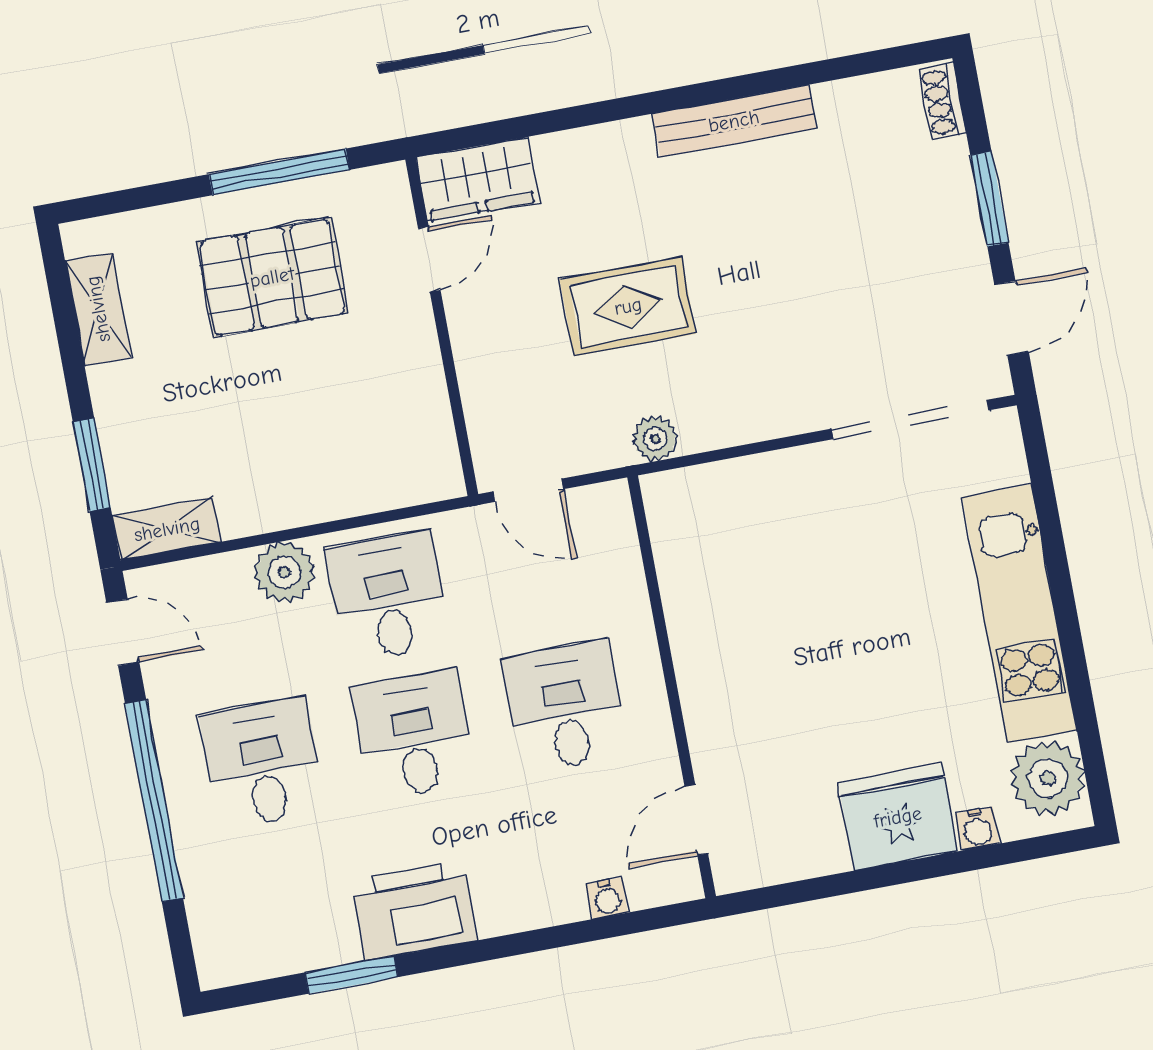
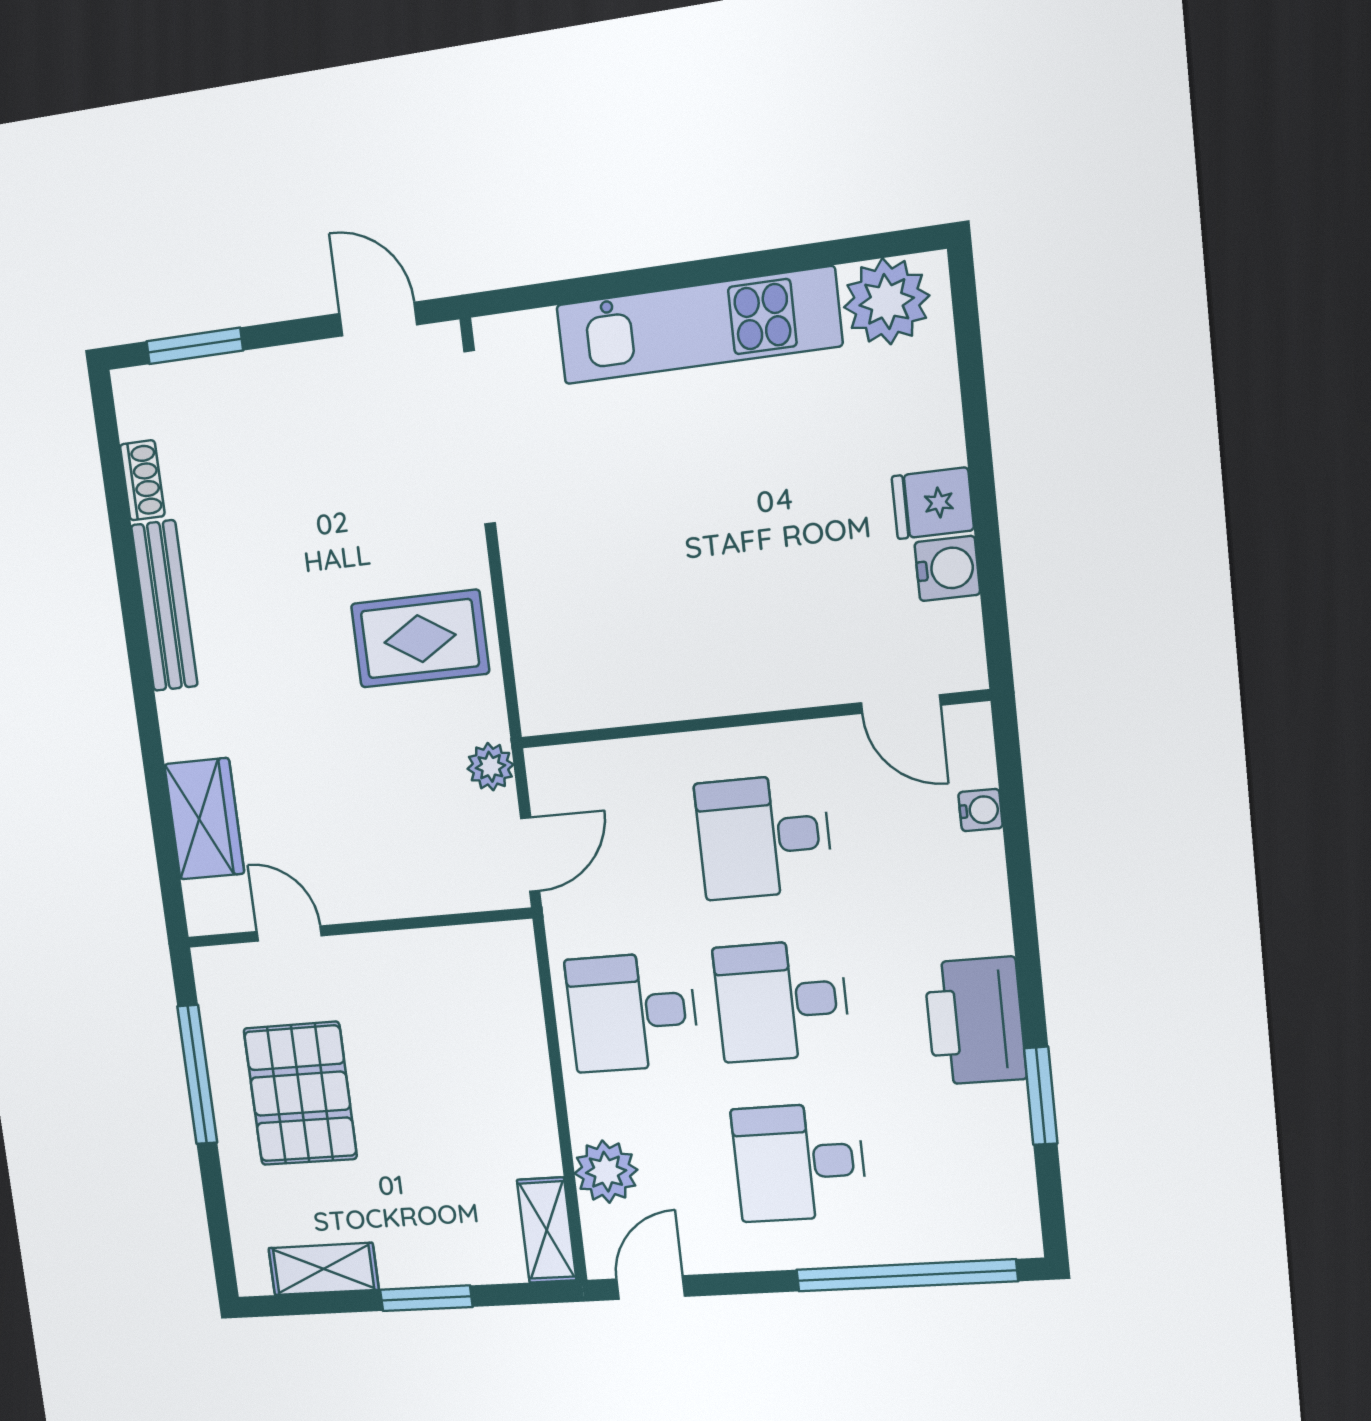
shoe rack: (943, 101) -> (142, 480), moved, turned -90
wardrobe: (477, 179) -> (204, 819), moved
window: (989, 199) -> (195, 346), moved
rug: (628, 306) -> (420, 639), moved, turned 90
plant: (655, 439) -> (490, 767), moved
window: (92, 465) -> (426, 1298), moved
plant: (284, 572) -> (606, 1172), moved
window: (154, 801) -> (906, 1275), moved
fridge: (898, 817) -> (933, 503), width x0.53, depth x0.75
water cooler: (977, 829) -> (947, 568), moved, width x1.38, depth x1.38

